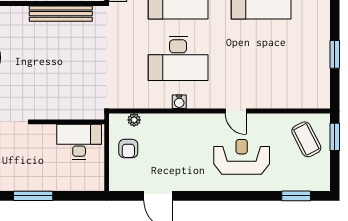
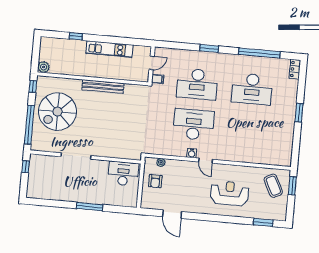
bench: (61, 14) -> (103, 86), moved
window: (335, 54) -> (299, 113), moved
desk: (178, 58) -> (194, 125), turned 180
door: (236, 111) -> (206, 161), moved

